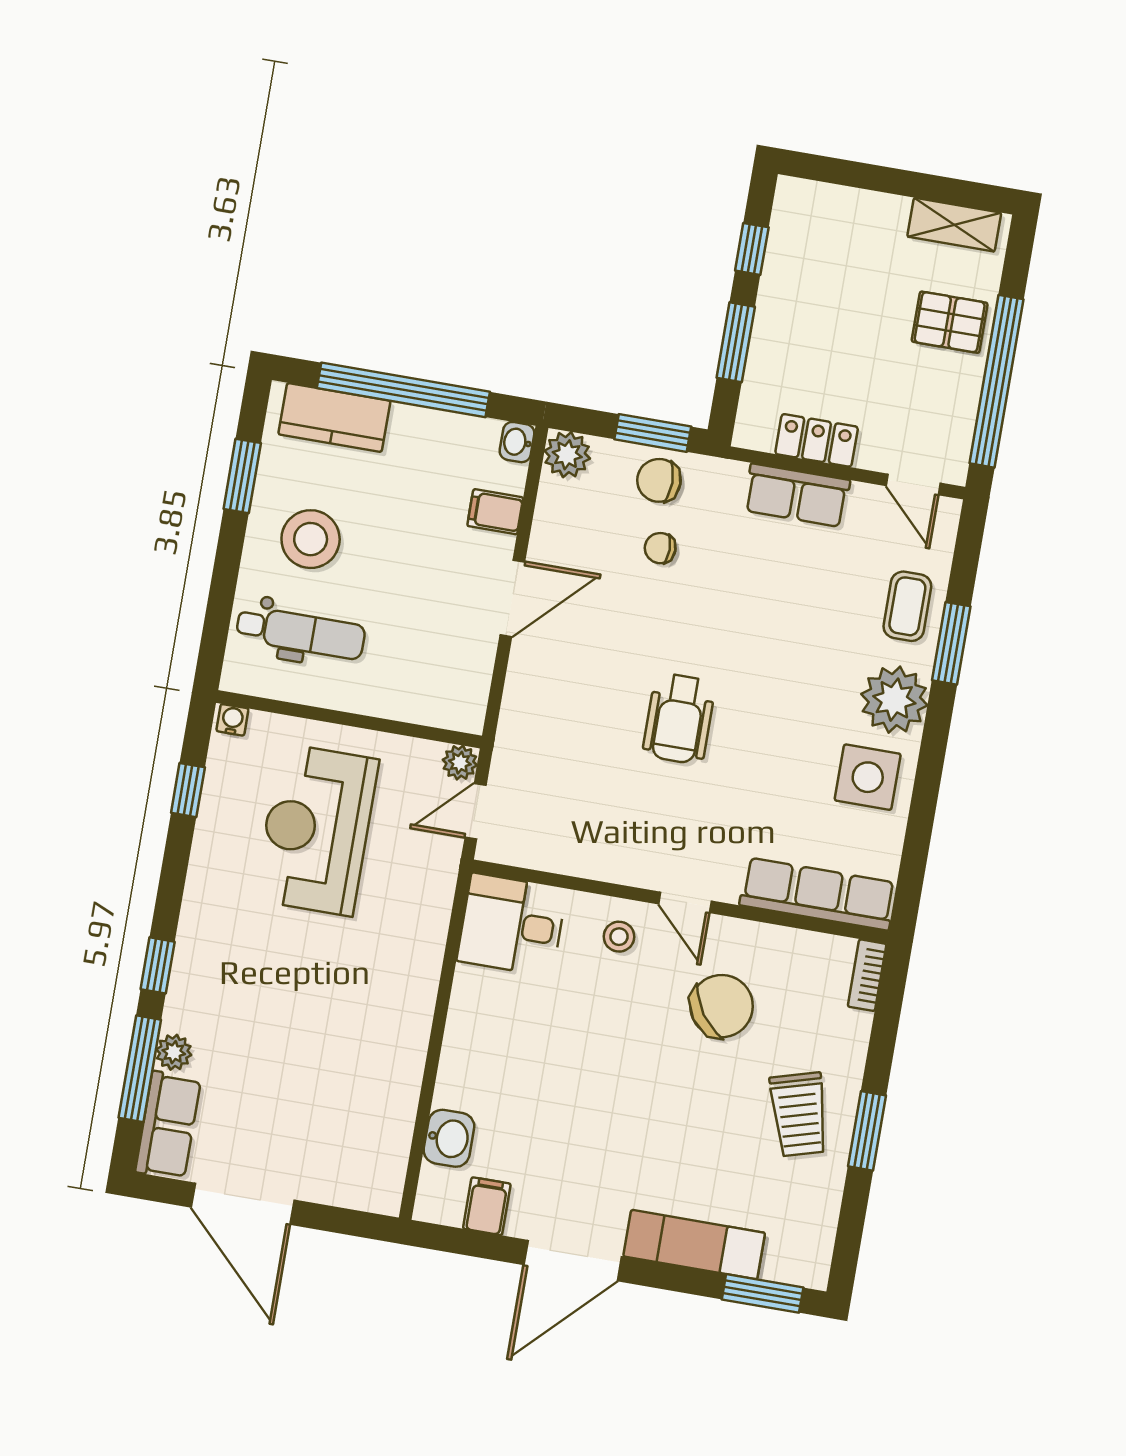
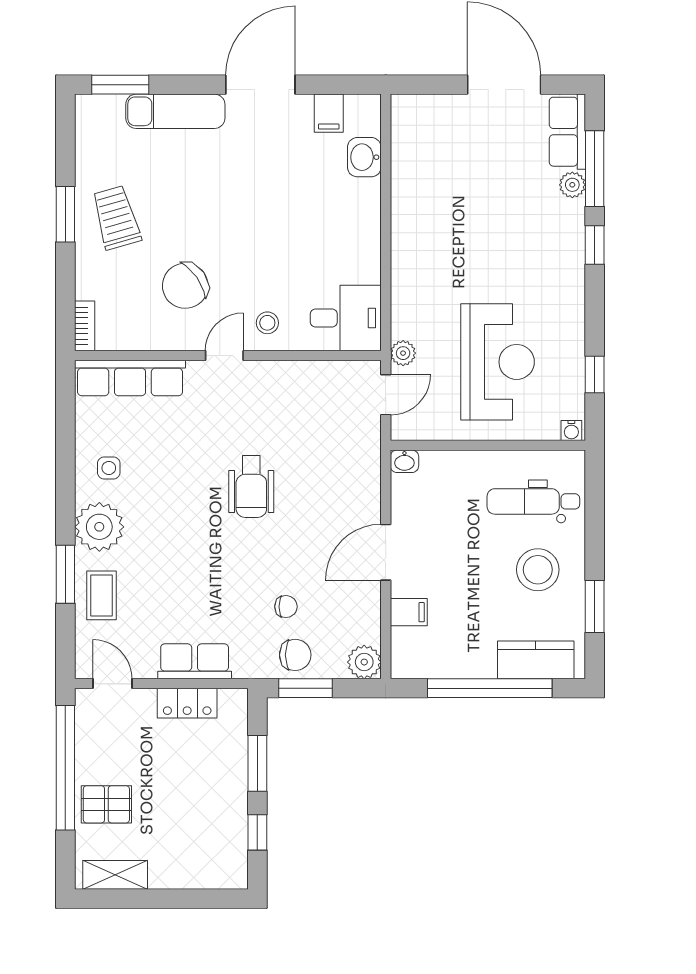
washbasin: (517, 442) -> (404, 461), moved, turned 90
wheelchair: (679, 719) -> (251, 487), turned 180
plant: (460, 763) -> (403, 353), moved
side table: (868, 777) -> (109, 468), width x0.54, depth x0.54
door: (685, 902) -> (224, 355), hinge flipped

